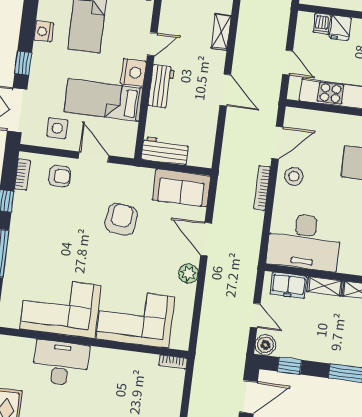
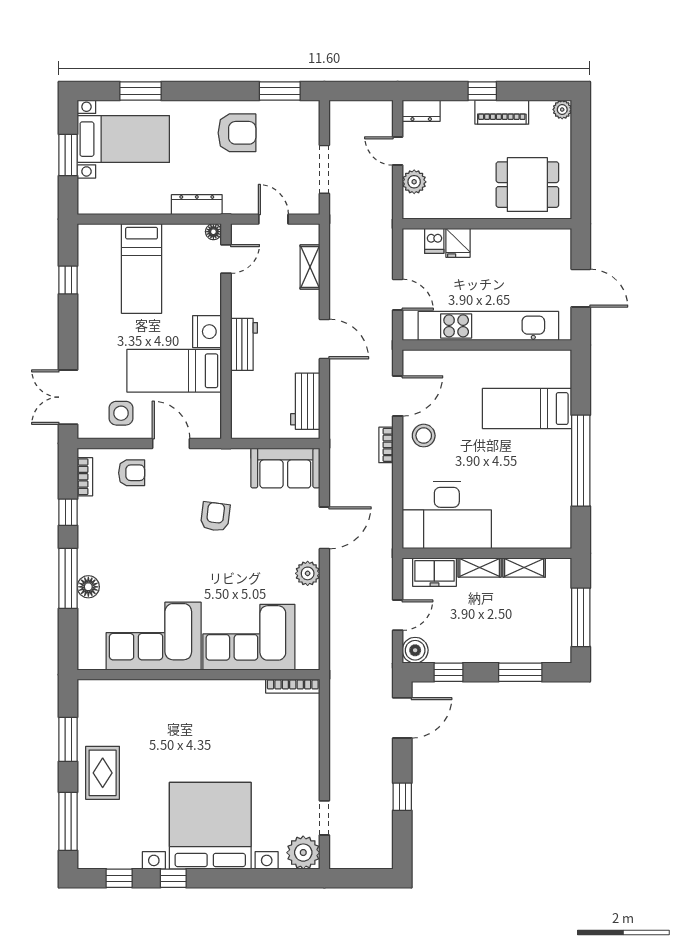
nightstand: (44, 32) -> (88, 295), removed
door: (152, 44) -> (226, 259), moved
window: (23, 63) -> (68, 280), moved
workbench: (165, 151) -> (305, 401), moved, turned -90
bookcase: (262, 188) -> (386, 445), width x0.64
armchair: (121, 219) -> (215, 517), width x0.72, depth x0.72
door: (206, 239) -> (324, 528), swing flipped
floor lamp: (14, 262) -> (88, 587), added
door: (255, 315) -> (398, 615), hinge flipped
bookcase: (173, 362) -> (293, 686), width x1.56
desk: (61, 363) -> (163, 706), removed

